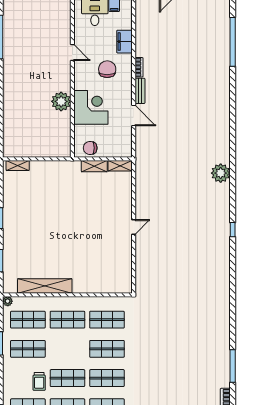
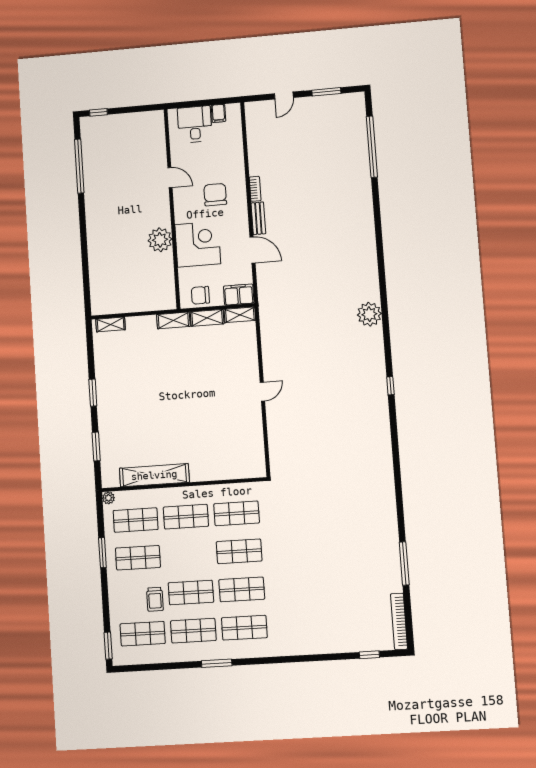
filing cabinet: (124, 42) -> (239, 295), moved, turned 90
shelving: (68, 166) -> (173, 320), added

